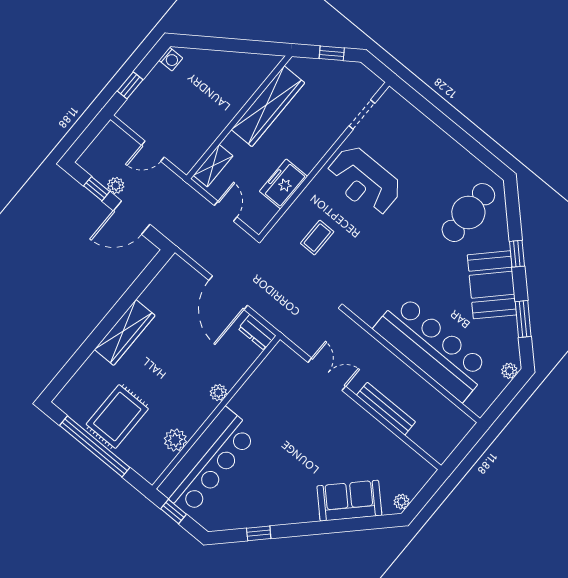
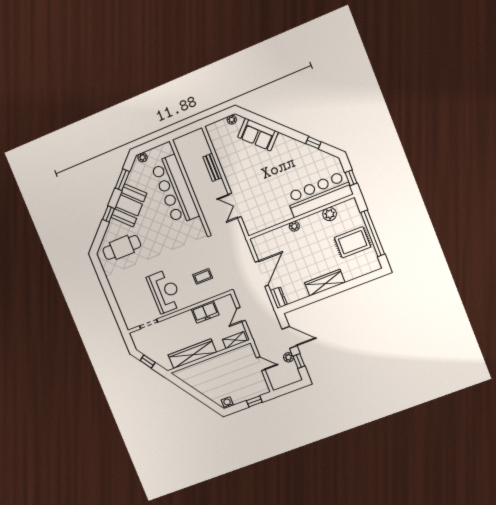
dresser: (257, 332) -> (279, 298), moved
bench: (386, 409) -> (212, 167), width x0.73

